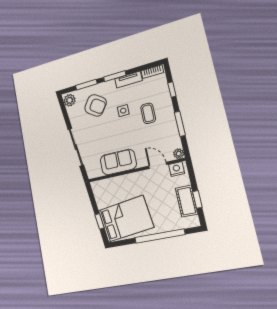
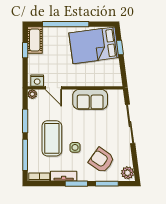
window: (172, 89) -> (25, 155), width x2.17
coffee table: (148, 113) -> (52, 138), width x1.86, depth x1.72
cot: (187, 201) -> (35, 40), moved

